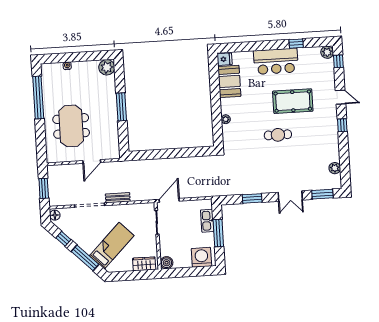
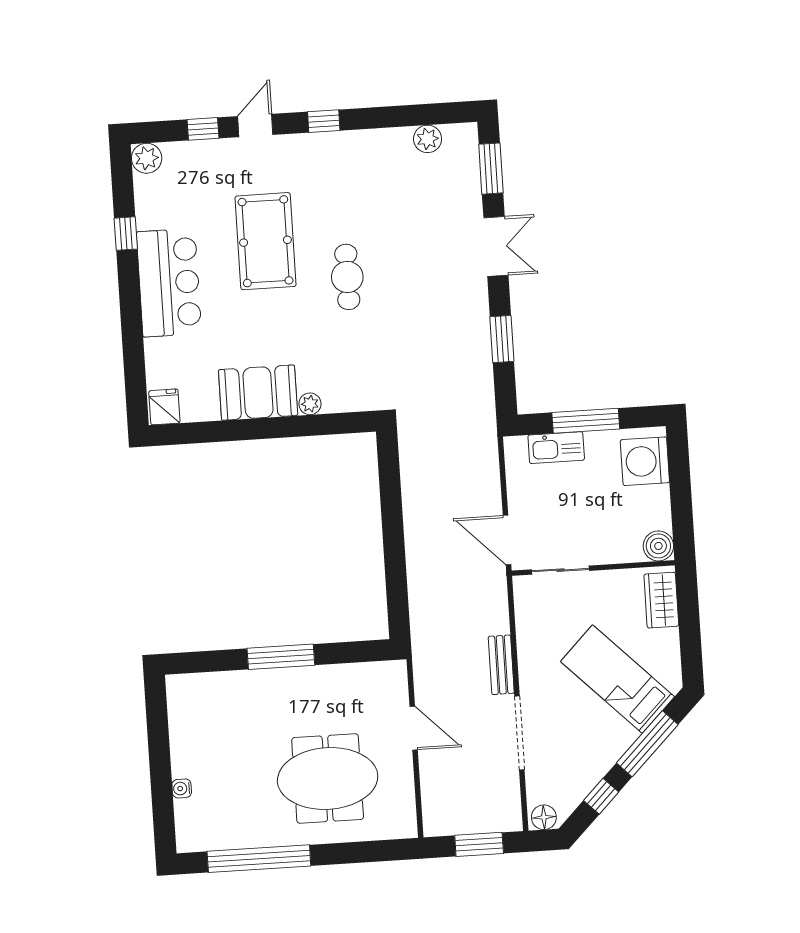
window: (338, 61) -> (203, 129), moved
plant: (107, 67) -> (185, 693), removed
booth: (229, 81) -> (258, 393), moved

